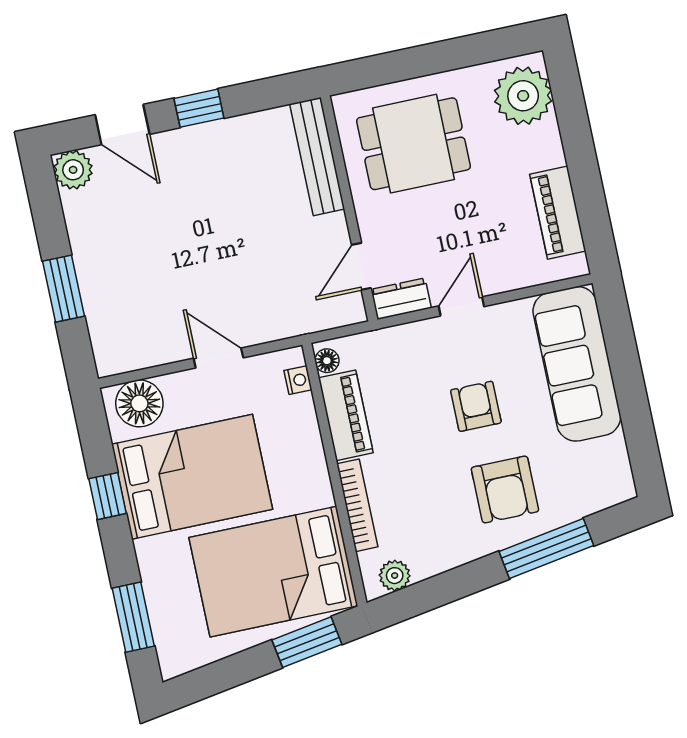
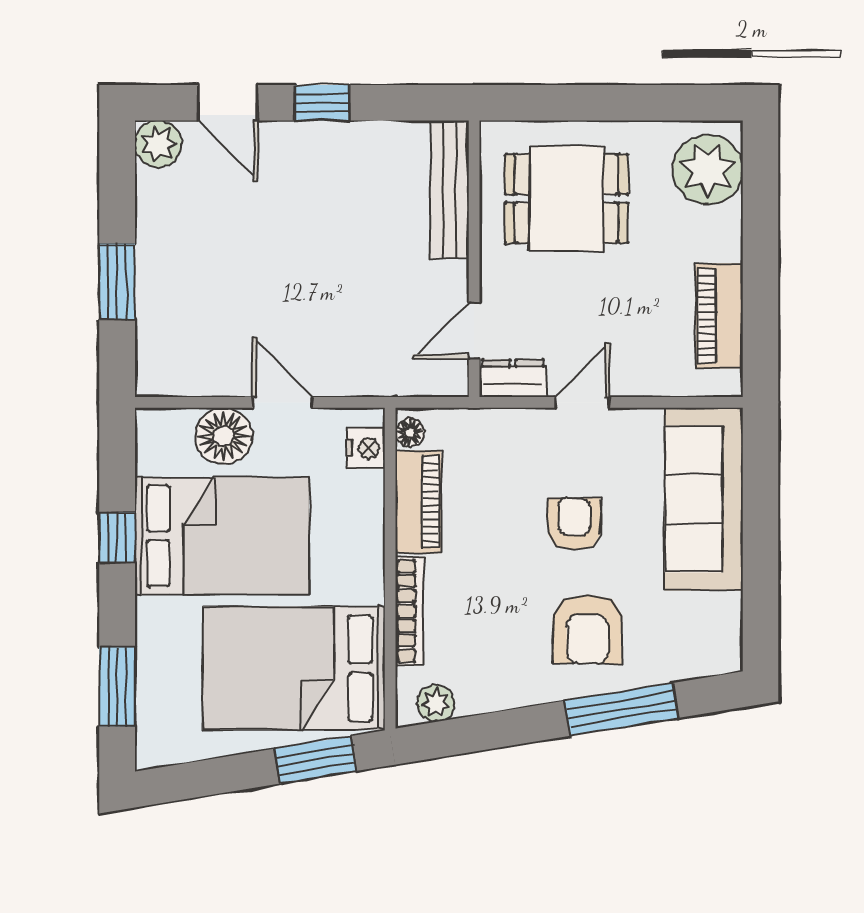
nightstand: (298, 380) -> (366, 448), width x1.39, depth x1.35
floor lamp: (139, 403) -> (224, 436), moved

